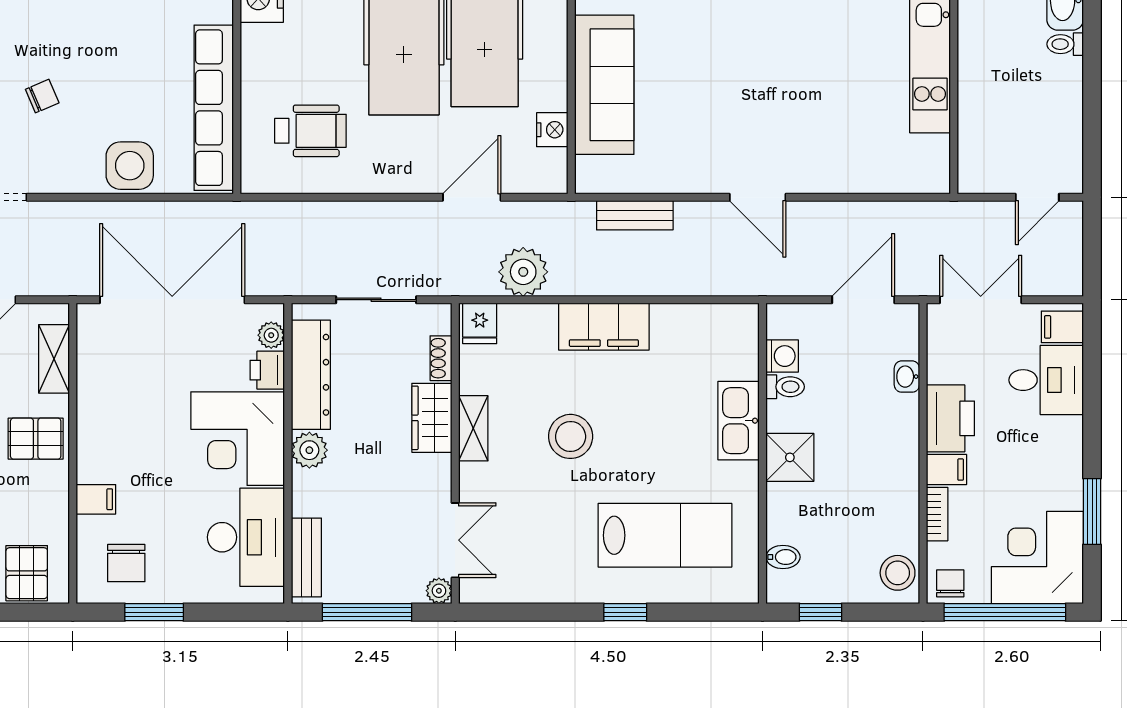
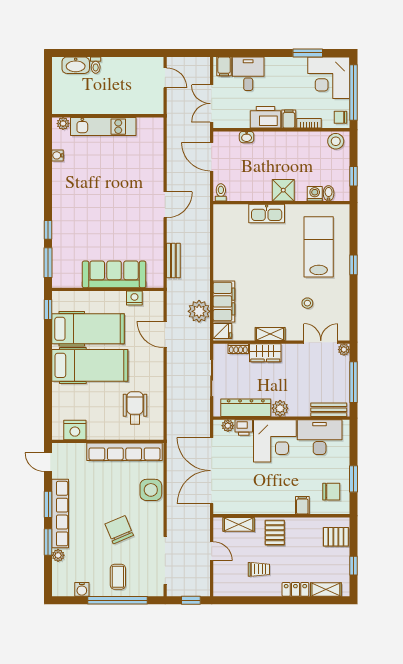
chair: (42, 96) -> (119, 530), width x1.87, depth x1.87
filing cabinet: (604, 327) -> (224, 301), moved
washing machine: (782, 356) -> (315, 194), moved
toilet: (785, 387) -> (221, 192), moved
stool: (571, 436) -> (307, 303), moved, width x0.53, depth x0.53

